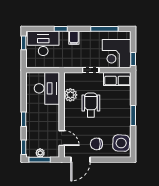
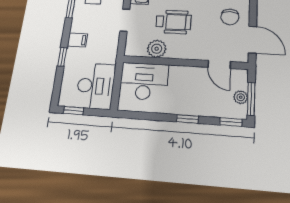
desk: (43, 43) -> (96, 86), moved, turned 180
wheelchair: (91, 105) -> (173, 22), turned 180
door: (62, 138) -> (219, 64), swing flipped

